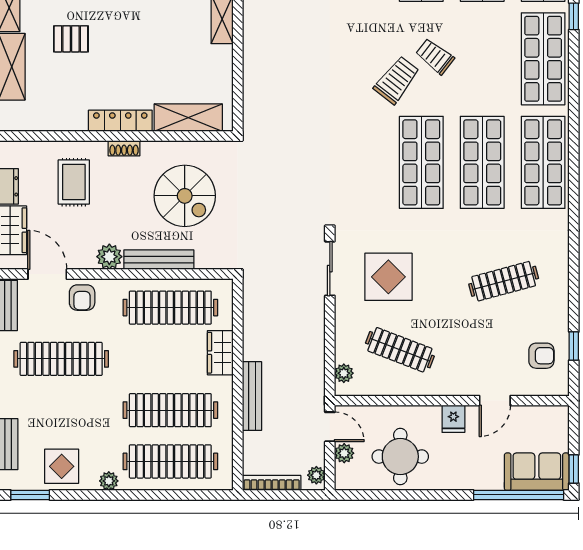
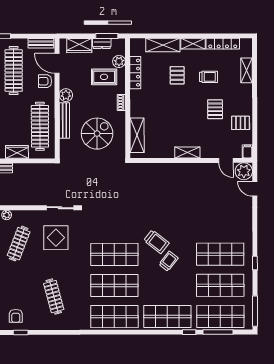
locker: (120, 121) -> (135, 73), moved
plant: (44, 153) -> (119, 61), added
spiral stairs: (185, 196) -> (97, 134), turned 180
door: (47, 274) -> (57, 63), swing flipped

